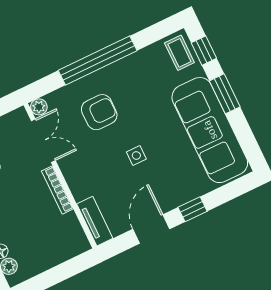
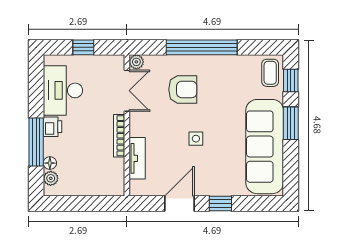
tv unit: (95, 221) -> (137, 158), moved

